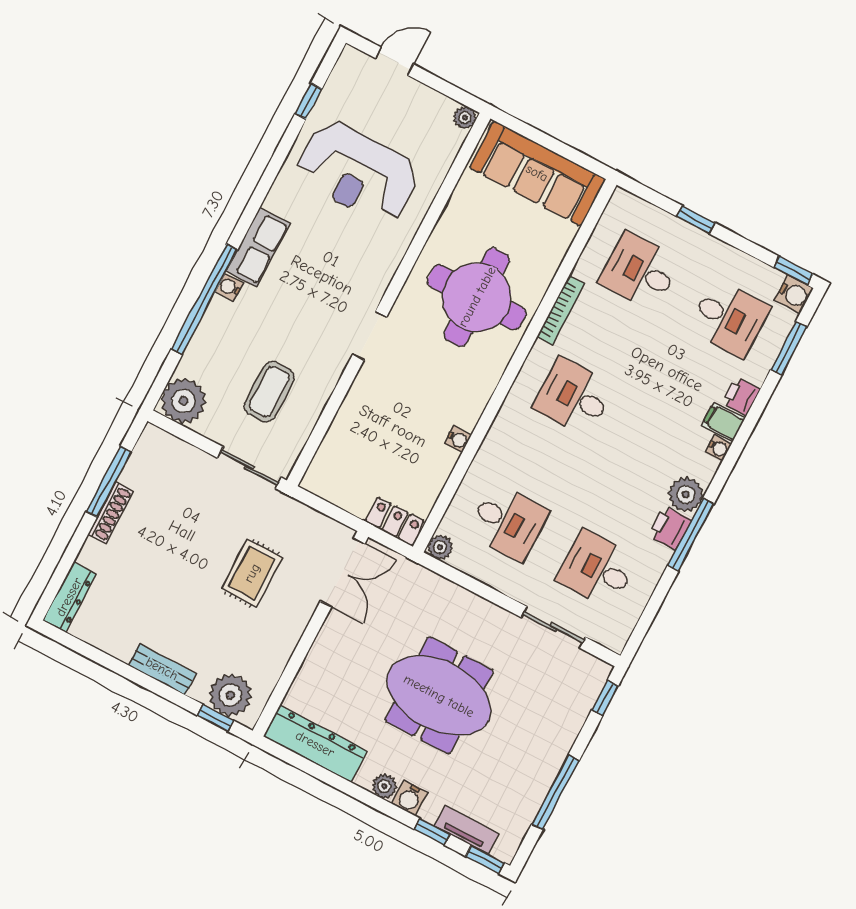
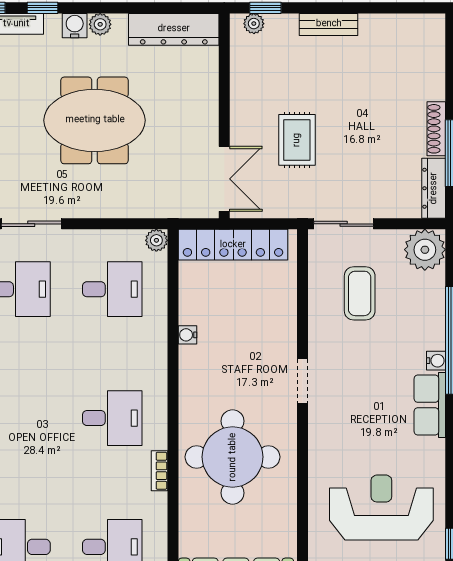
bookcase: (561, 310) -> (159, 471), width x0.64
locker: (395, 521) -> (233, 245), width x2.16, depth x1.21
desk: (508, 522) -> (112, 289), turned 180
double door: (343, 572) -> (224, 179), swing flipped
dresser: (69, 597) -> (434, 188), moved
plant: (230, 695) -> (254, 24), width x0.53, depth x0.53

